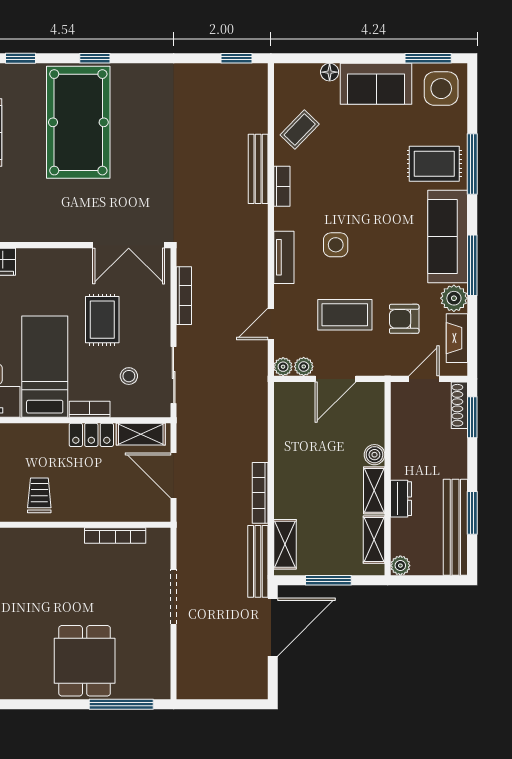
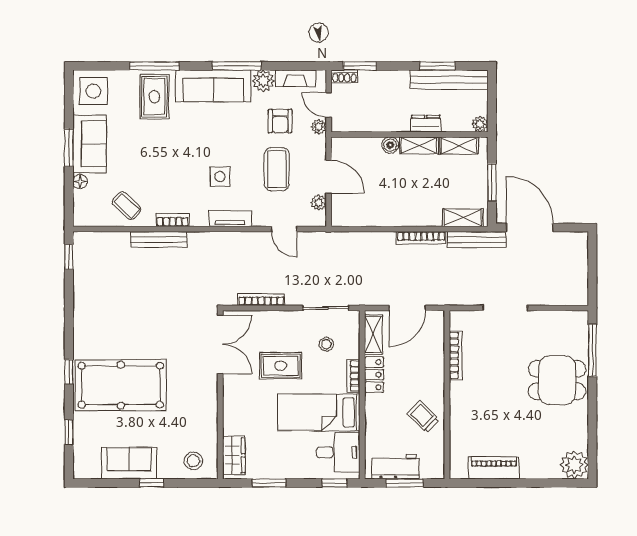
window: (428, 58) -> (69, 147), moved
plant: (283, 367) -> (319, 127), moved
shoe rack: (459, 405) -> (344, 76), width x0.70
trolley: (39, 495) -> (423, 417), turned 44

